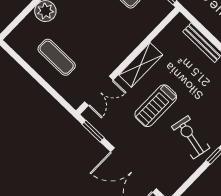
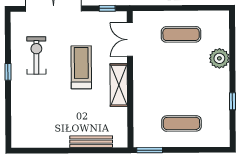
window: (93, 131) -> (107, 8), width x0.67
exercise bike: (191, 137) -> (36, 55), moved, turned -102

